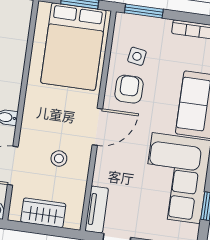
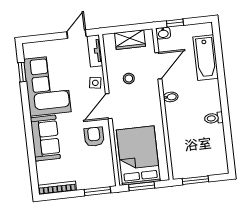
side table: (137, 56) -> (95, 83), moved
armchair: (129, 89) -> (94, 137), turned 180

